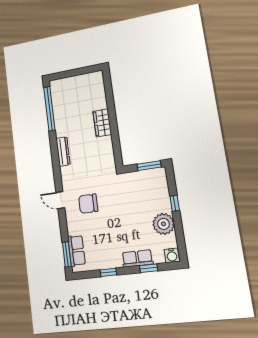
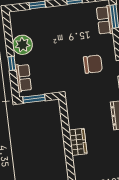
water cooler: (172, 255) -> (16, 17), removed
row of seats: (137, 258) -> (23, 78), moved, turned -90

